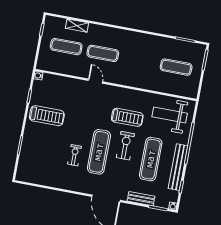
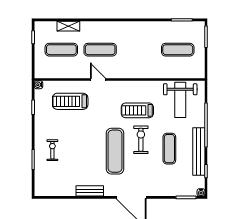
weight bench: (170, 115) -> (180, 100), turned -90
treadmill: (47, 116) -> (70, 101), moved, turned 180
treadmill: (127, 117) -> (137, 110), turned 180
exercise bike: (74, 155) -> (52, 150), moved
exercise mat: (151, 159) -> (169, 149), width x0.73, depth x0.69
bench: (141, 199) -> (90, 191), moved

